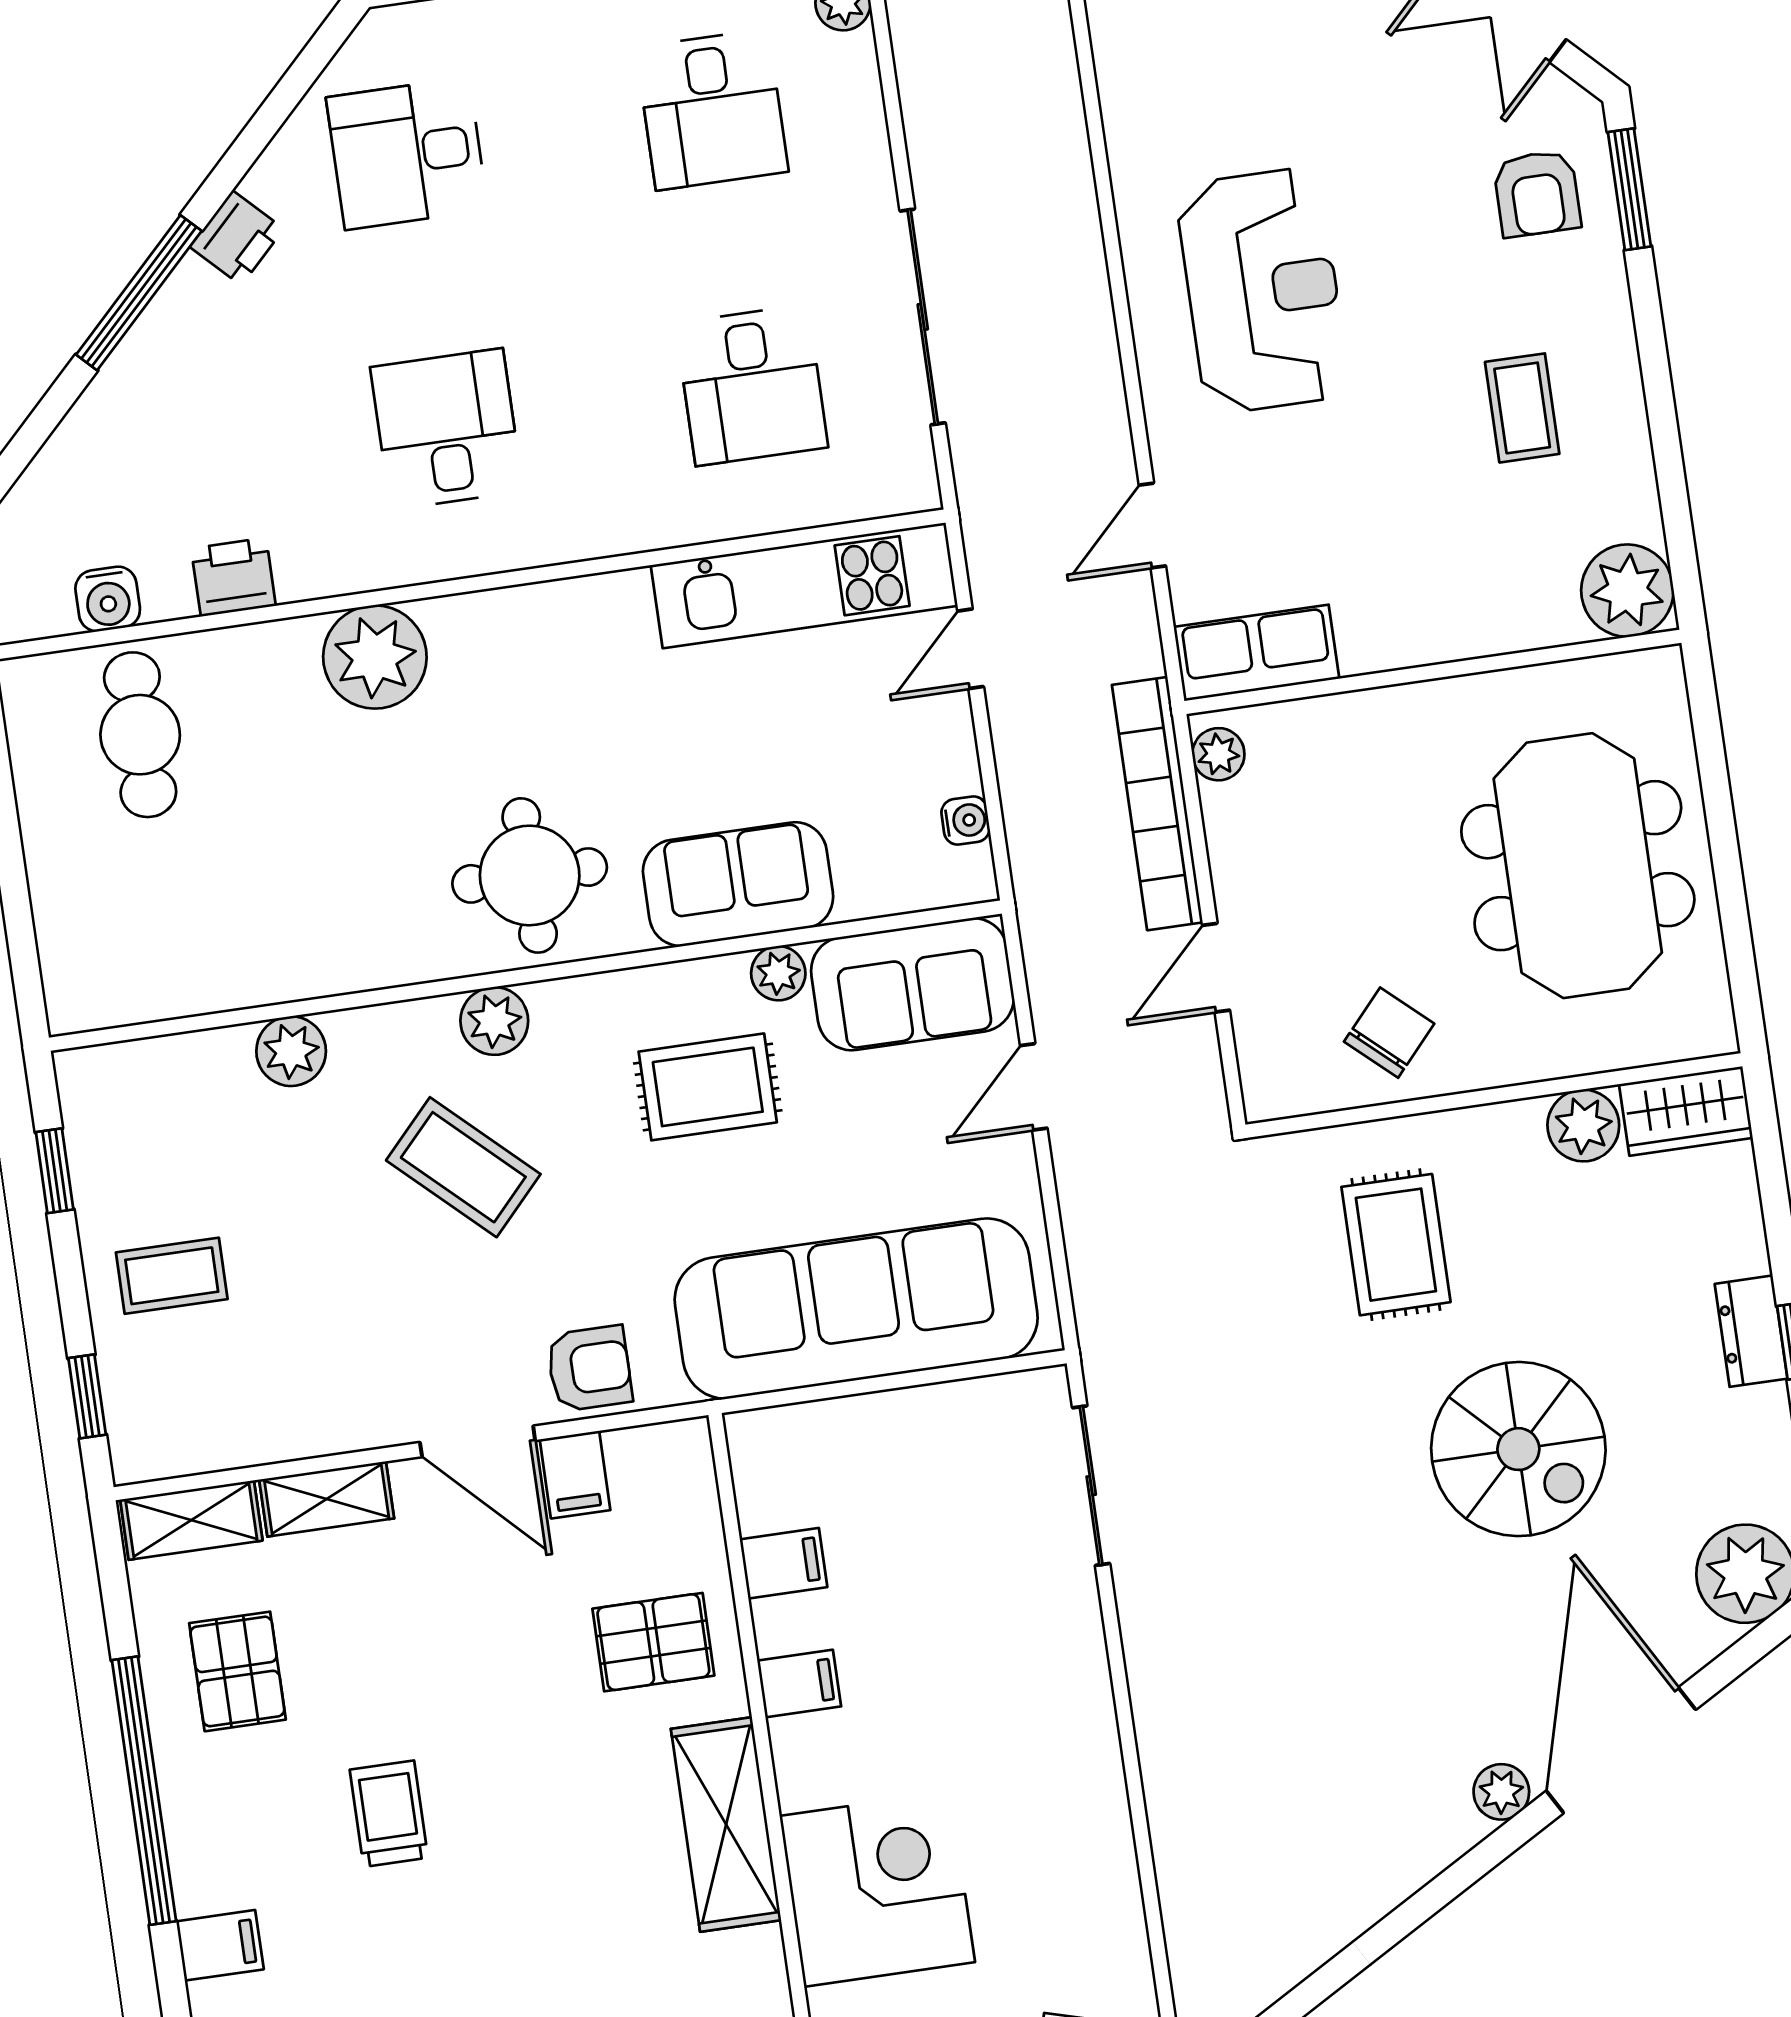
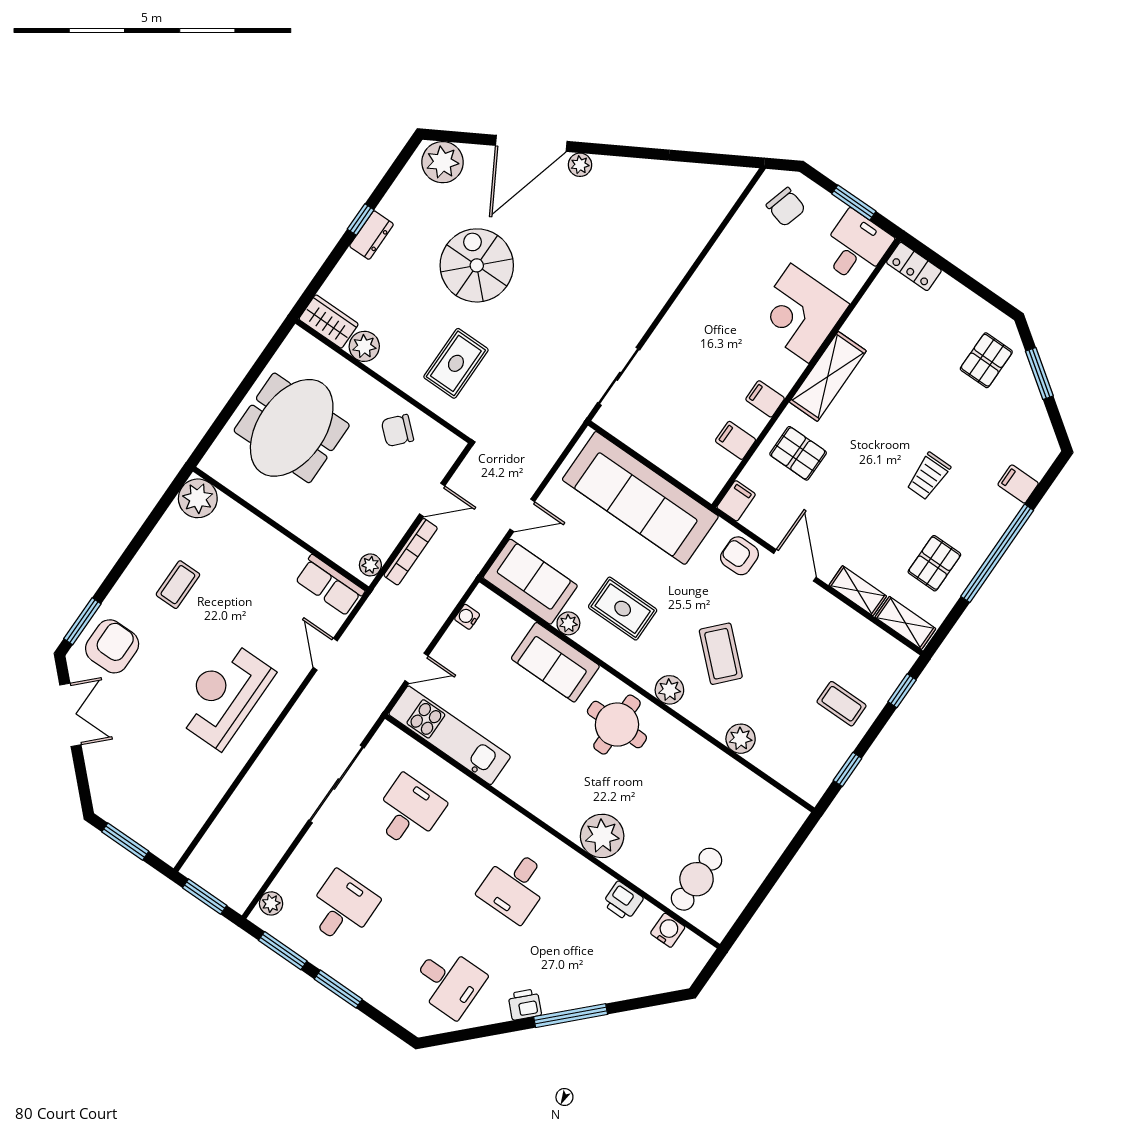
armchair: (1537, 193) -> (112, 646), width x1.38, depth x1.38
door: (1152, 526) -> (325, 654), swing flipped
bookcase: (1157, 804) -> (411, 552), width x0.68, depth x0.76
filing cabinet: (575, 1475) -> (736, 501), moved

